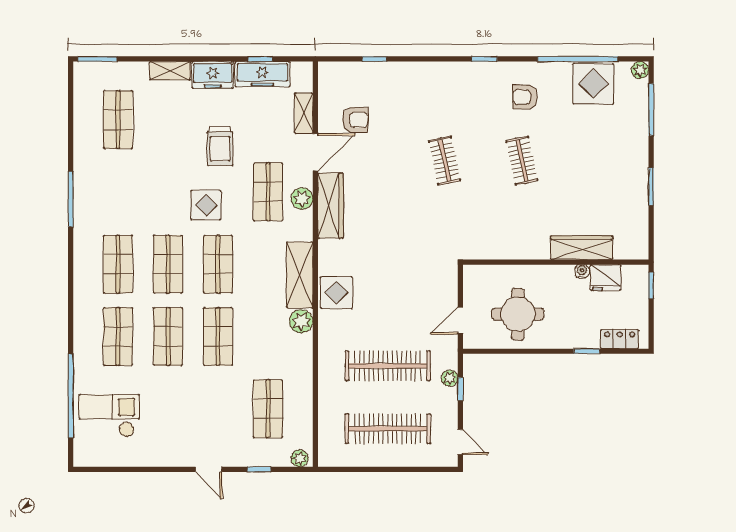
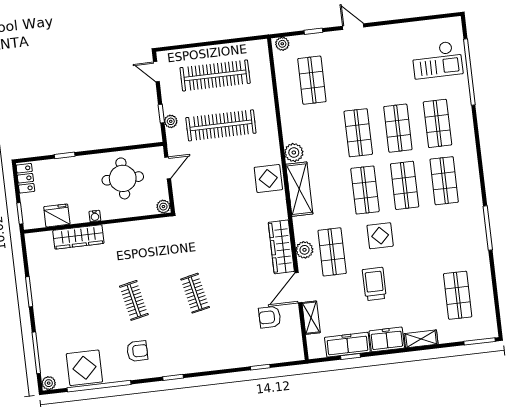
water cooler: (582, 271) -> (95, 216), moved
plant: (471, 273) -> (163, 207), added
locker: (620, 339) -> (25, 178), moved, turned -90

